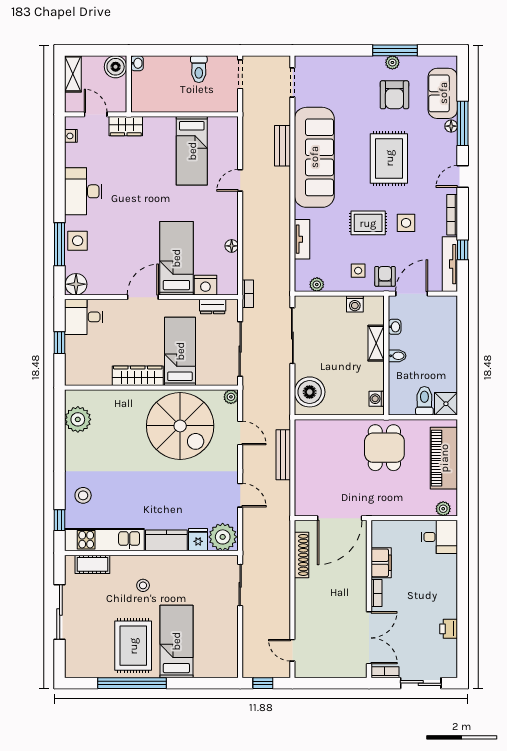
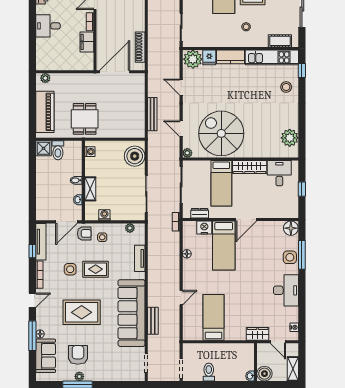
rug: (389, 158) -> (82, 312), turned 90
armchair: (385, 276) -> (84, 233), turned -90
desk: (84, 317) -> (279, 173), moved, turned -90
desk: (439, 537) -> (48, 26), moved

